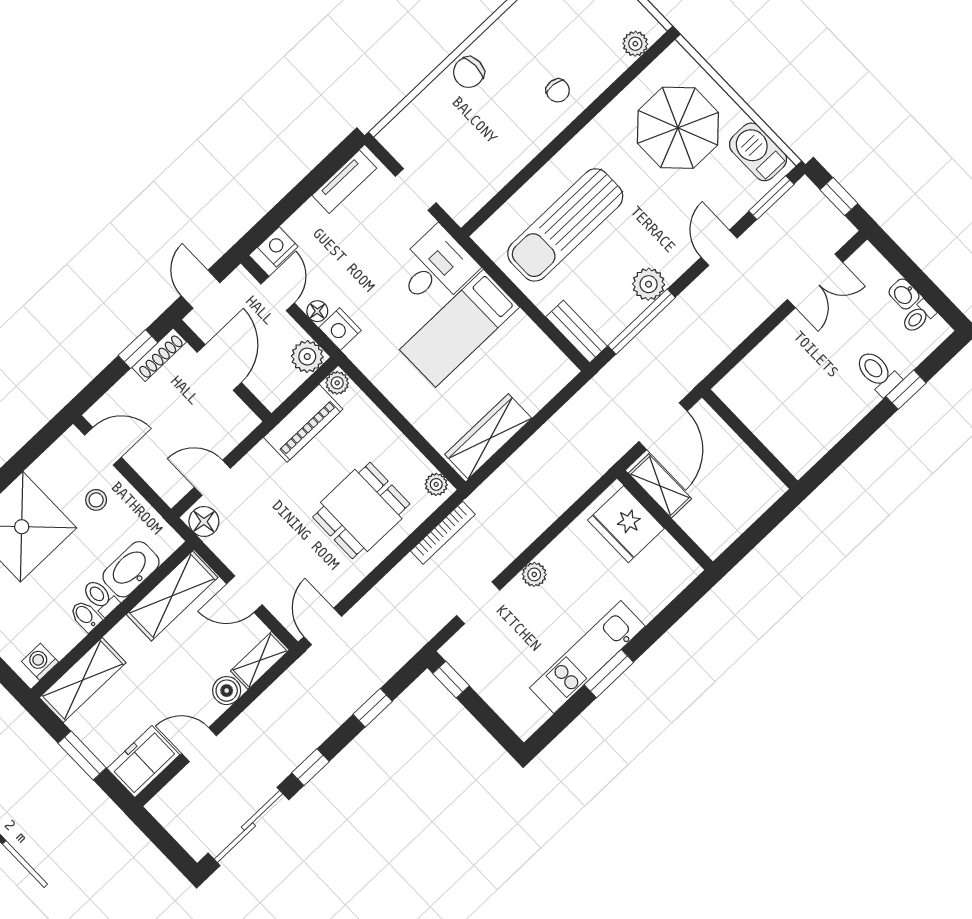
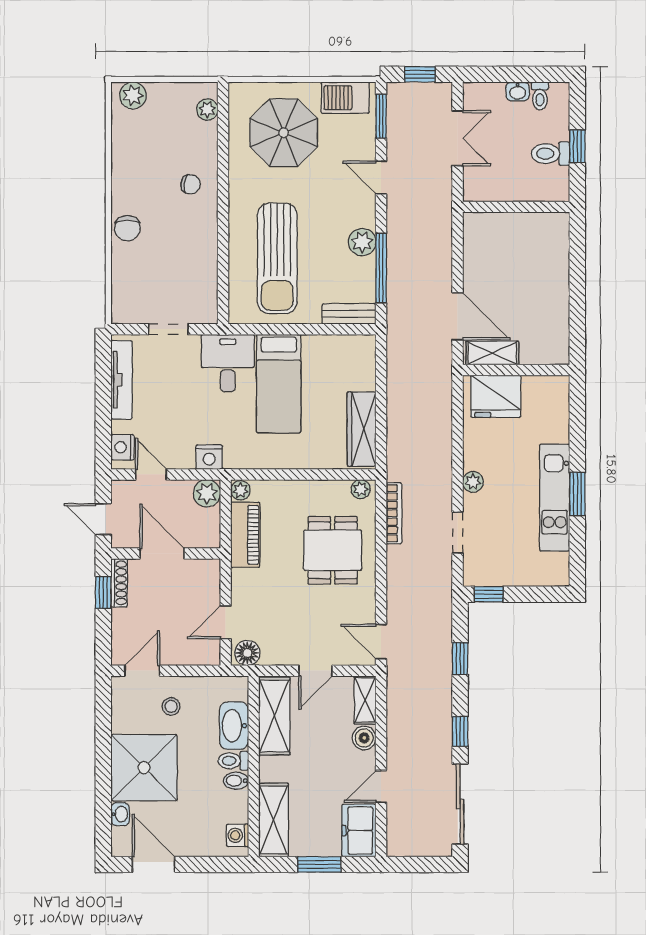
tv unit: (344, 182) -> (122, 380), width x1.41
floor lamp: (317, 311) -> (185, 461), removed
wall: (750, 439) -> (516, 207), moved

